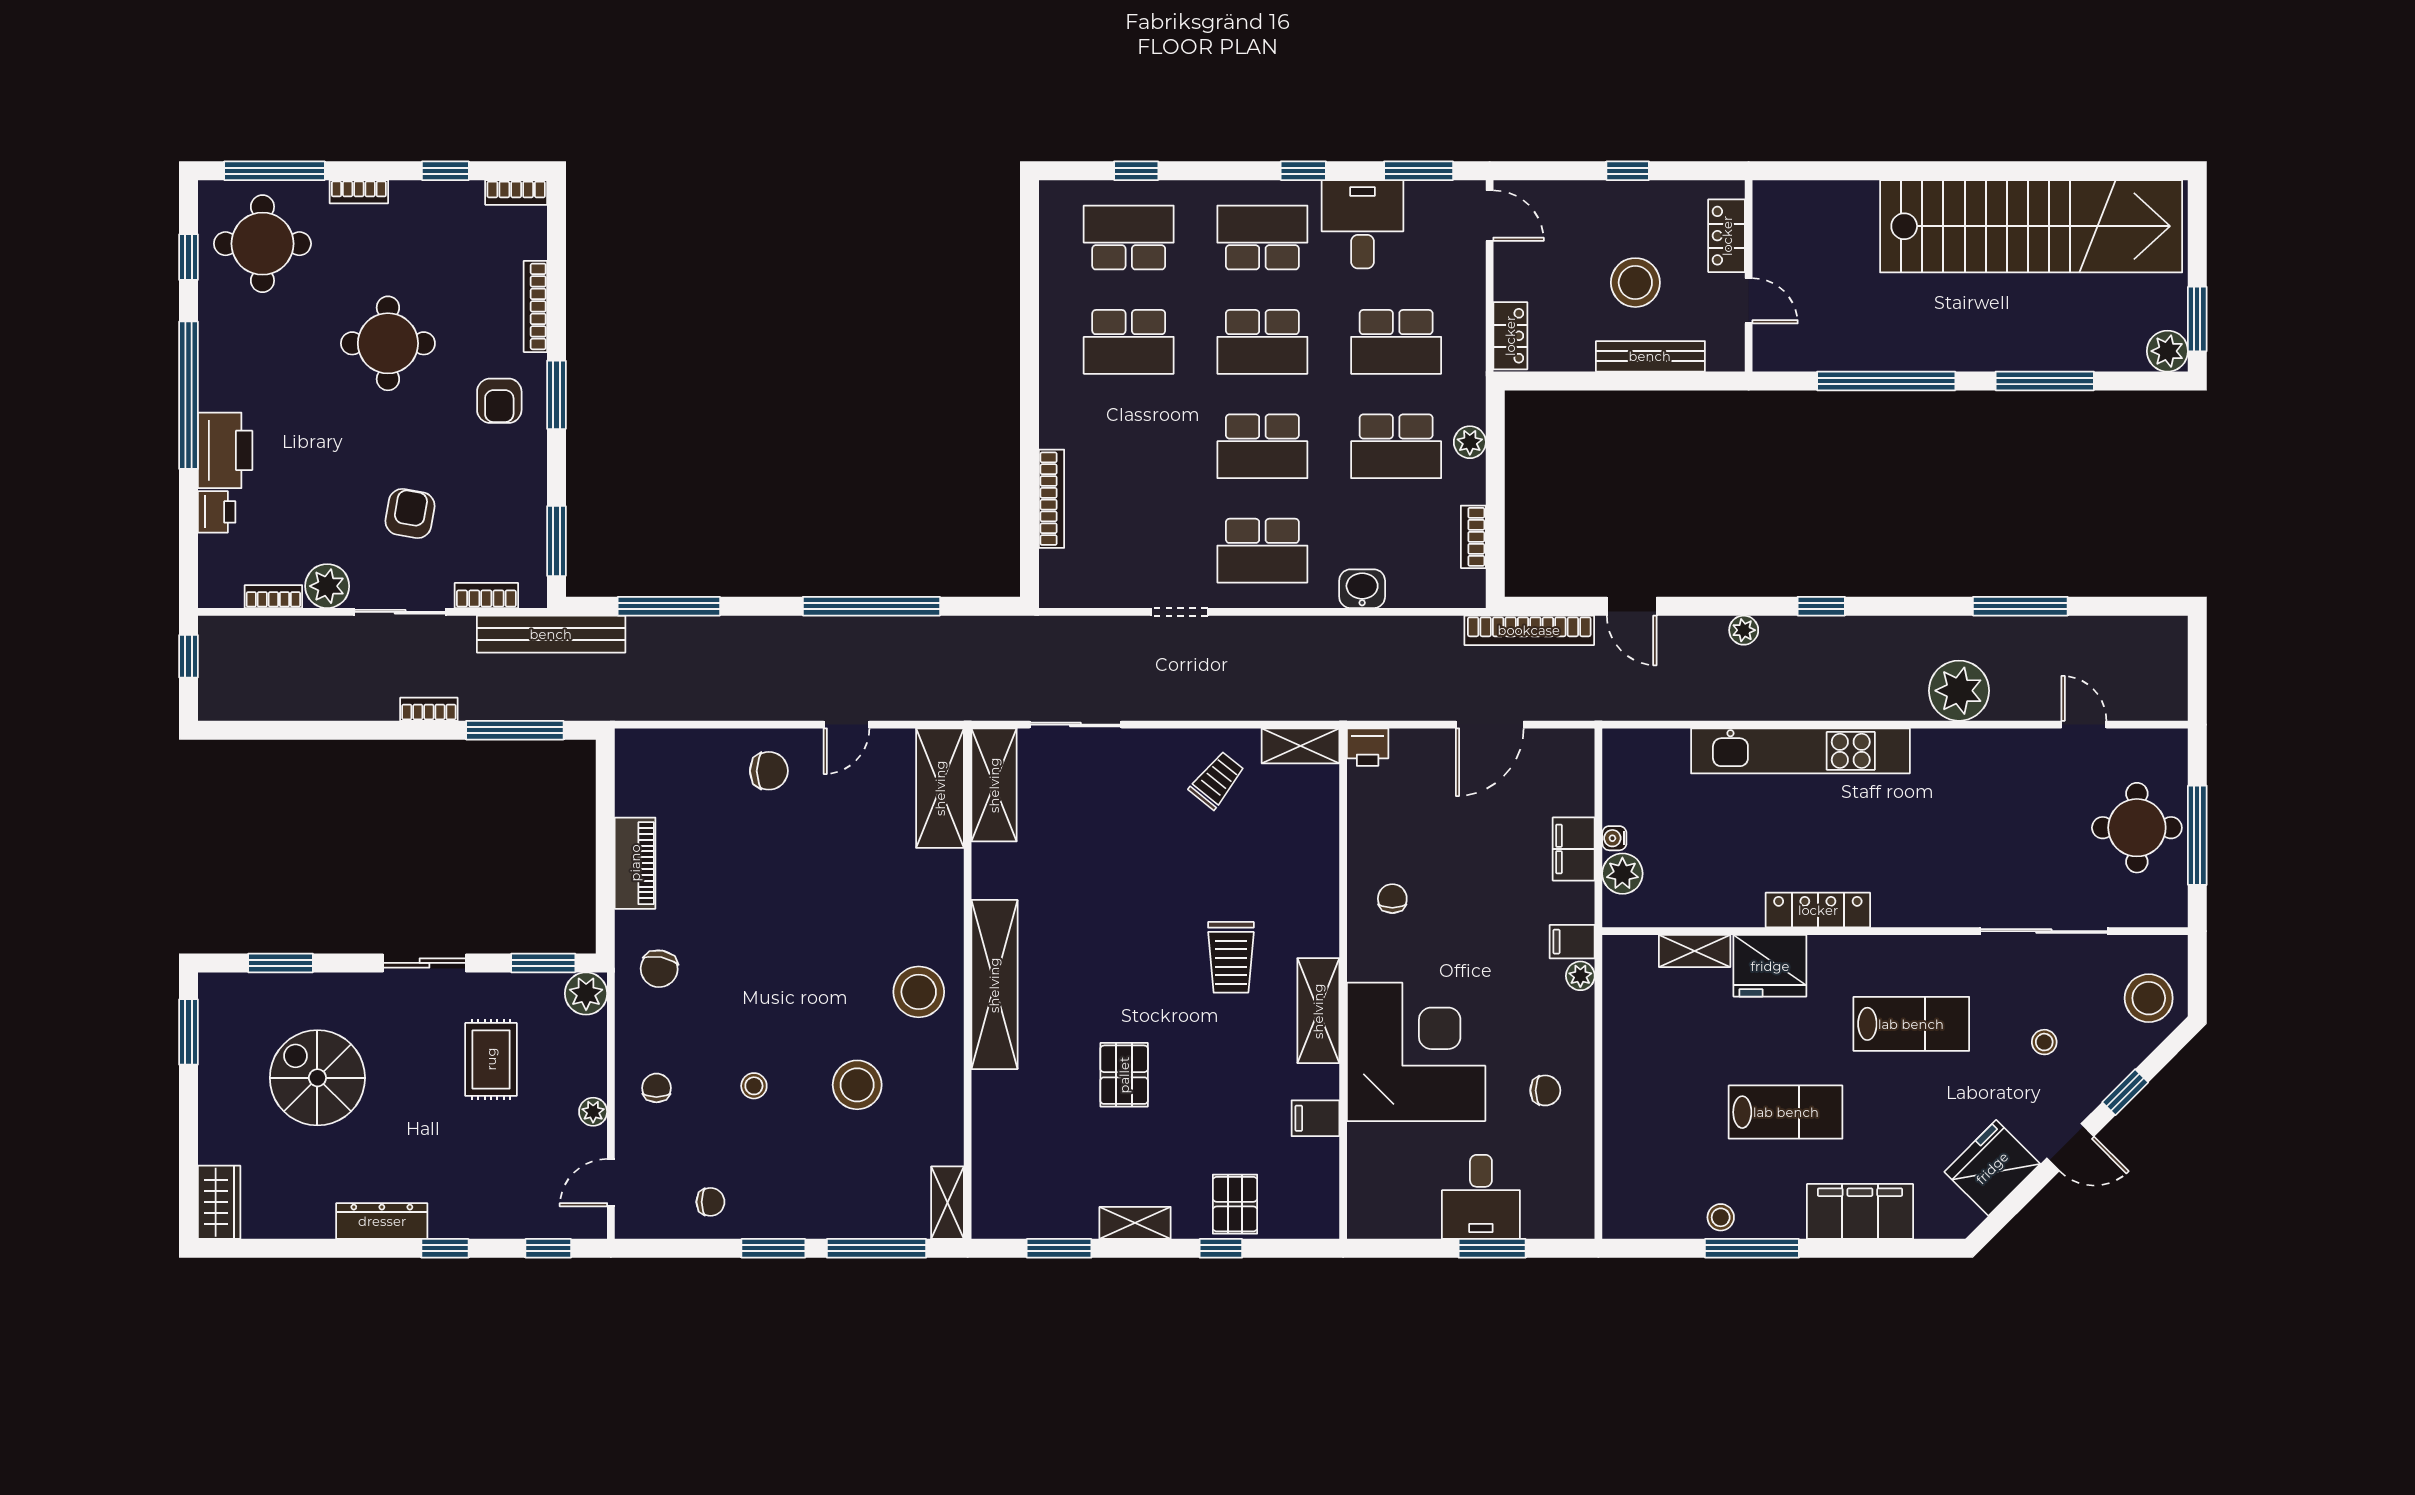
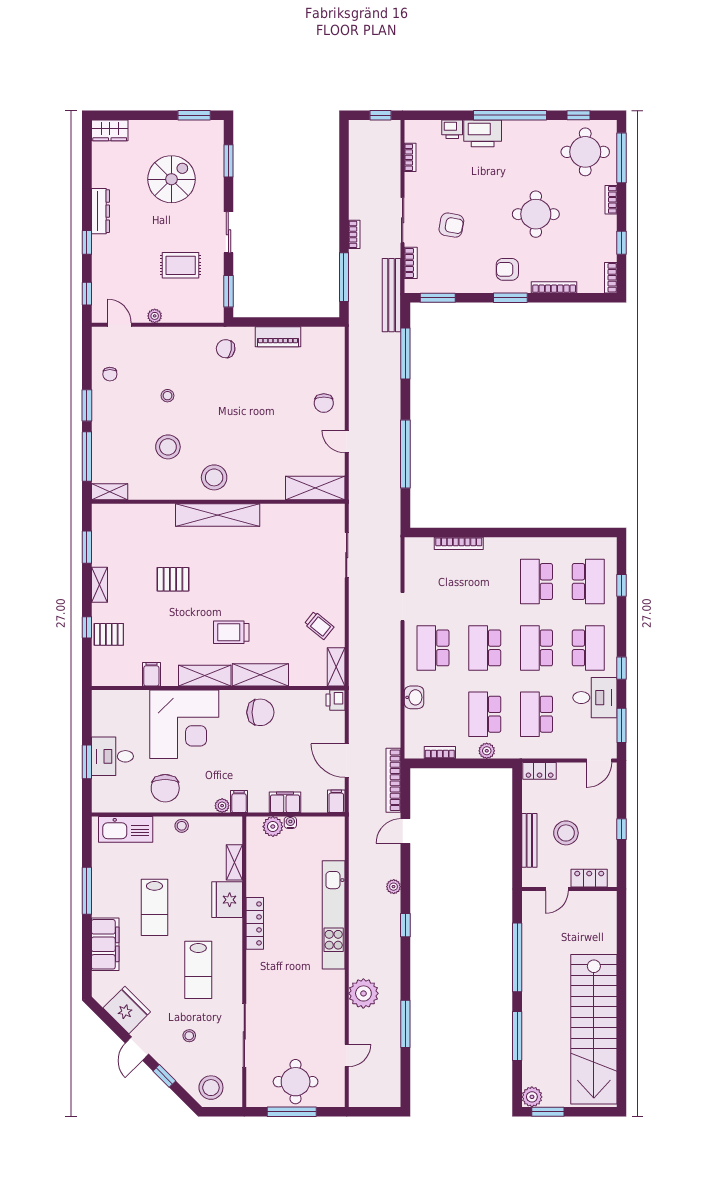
plant: (327, 586) -> (415, 184), removed
filing cabinet: (1572, 746) -> (336, 801), added
shelving: (994, 785) -> (260, 675), moved
chair: (1392, 899) -> (260, 712), width x1.87, depth x1.87
plant: (586, 993) -> (213, 312), removed
chair: (656, 1088) -> (166, 347), removed
chair: (1545, 1090) -> (165, 788), width x1.87, depth x1.87
kitchen sink: (1628, 1170) -> (126, 829), added
stool: (1721, 1217) -> (182, 826), moved

